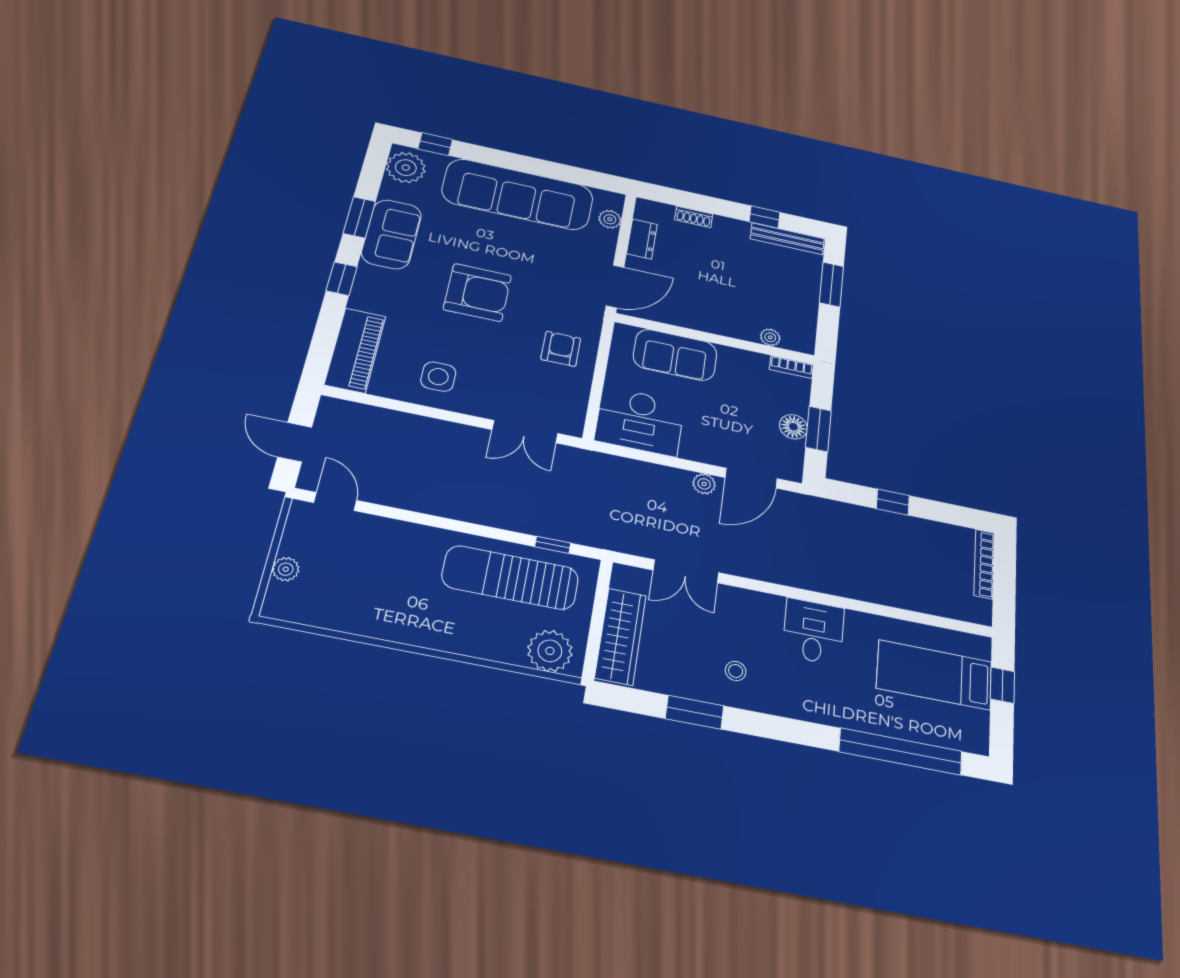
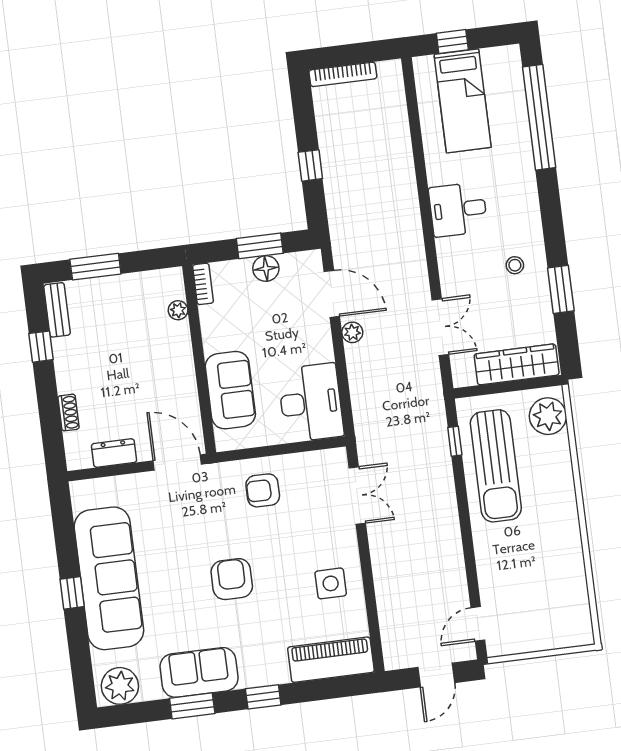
window: (435, 144) -> (72, 593), moved
plant: (610, 219) -> (103, 488), removed
bench: (787, 239) -> (57, 310), width x0.73
armchair: (478, 292) -> (232, 579), width x0.73, depth x0.73
plant: (286, 569) -> (549, 639), removed

